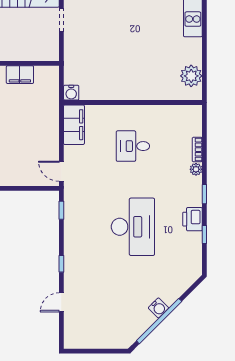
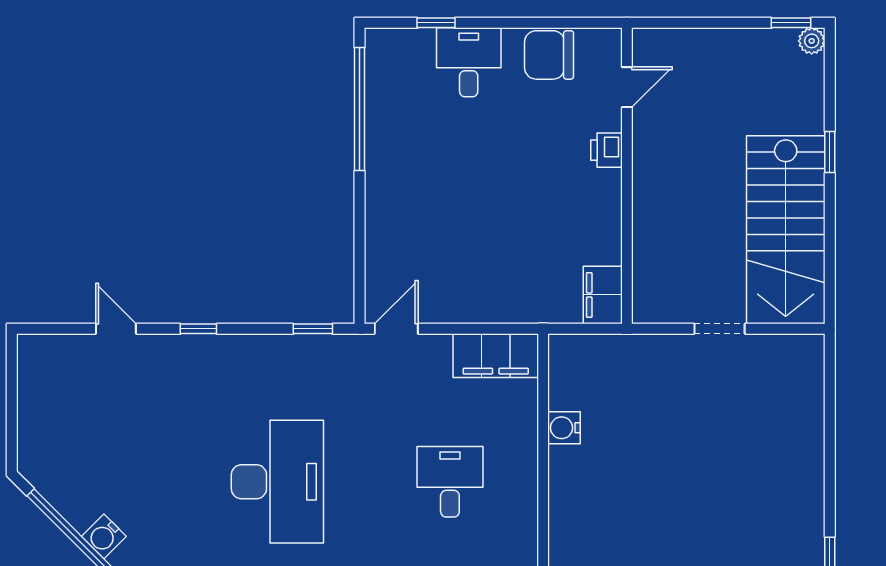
filing cabinet: (20, 75) -> (603, 295), moved
water cooler: (71, 93) -> (564, 428), moved
desk: (133, 227) -> (277, 482), turned -90

